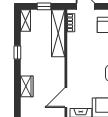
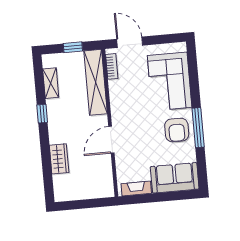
shelving: (26, 21) -> (51, 83), moved
door: (66, 98) -> (111, 140), moved

